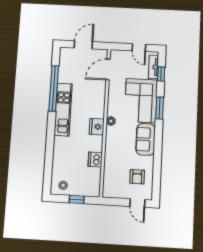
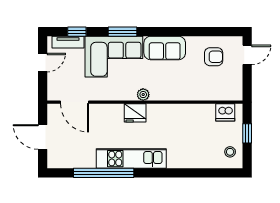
fridge: (97, 127) -> (135, 113), moved
dishwasher: (95, 159) -> (225, 112), moved

